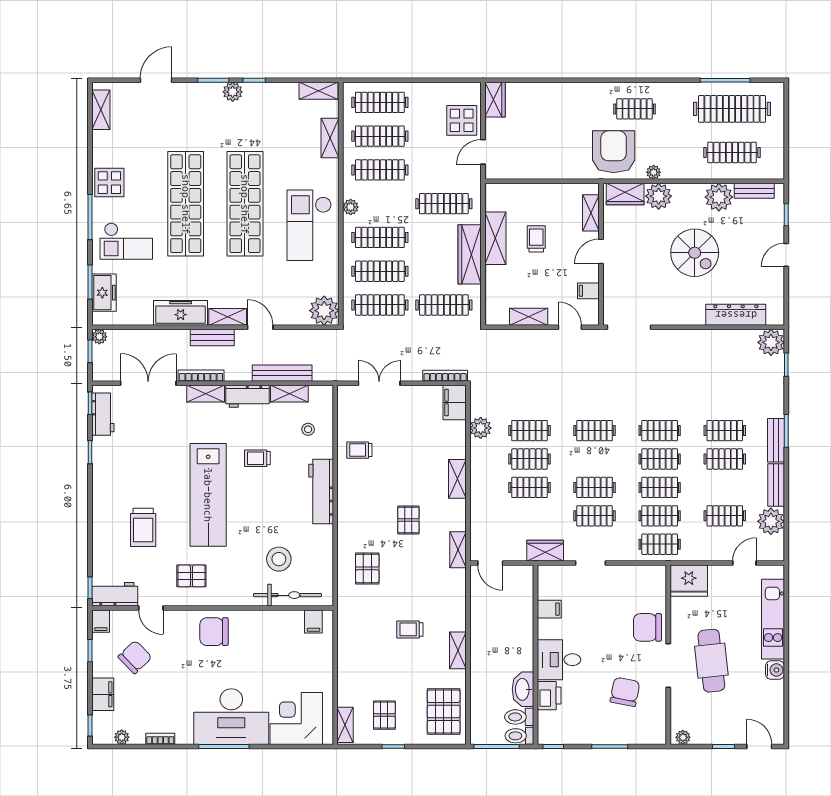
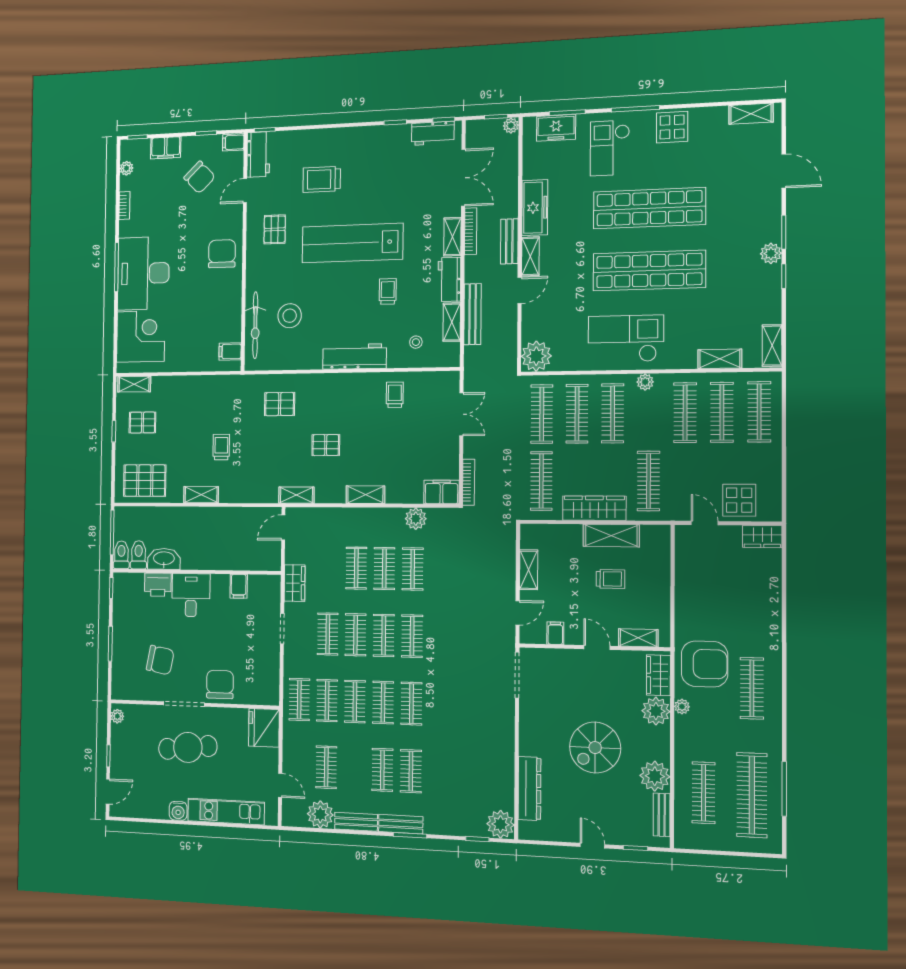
clothes rail: (635, 109) -> (752, 688), width x1.36
clothes rail: (595, 459) -> (384, 635), added

